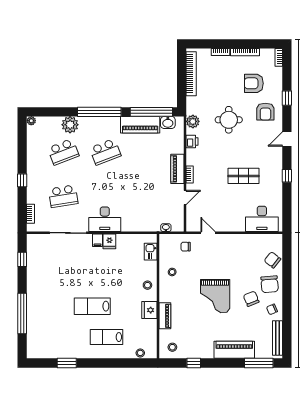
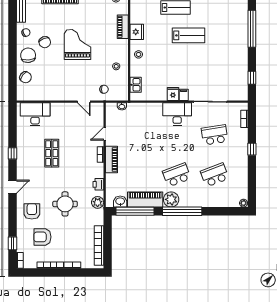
armchair: (254, 83) -> (42, 237), turned 180
window: (287, 98) -> (12, 243), moved
plant: (70, 125) -> (171, 199), moved
shop shelf: (243, 176) -> (52, 153), turned 90

